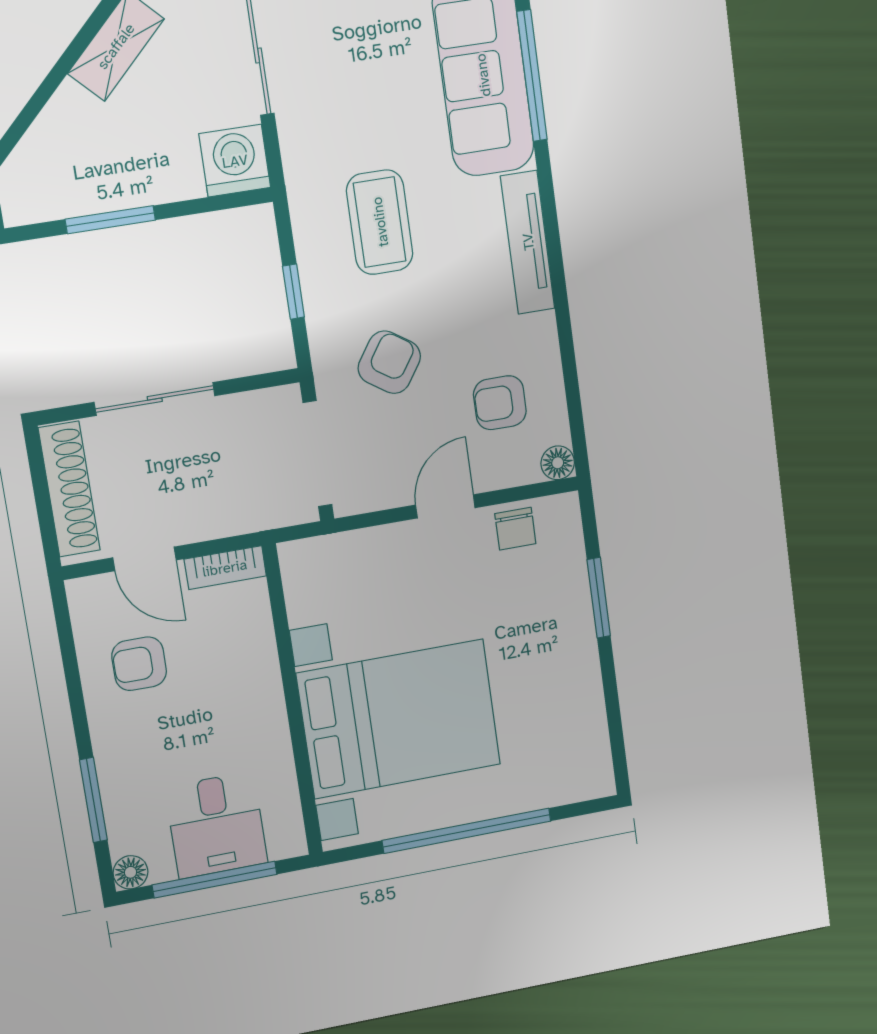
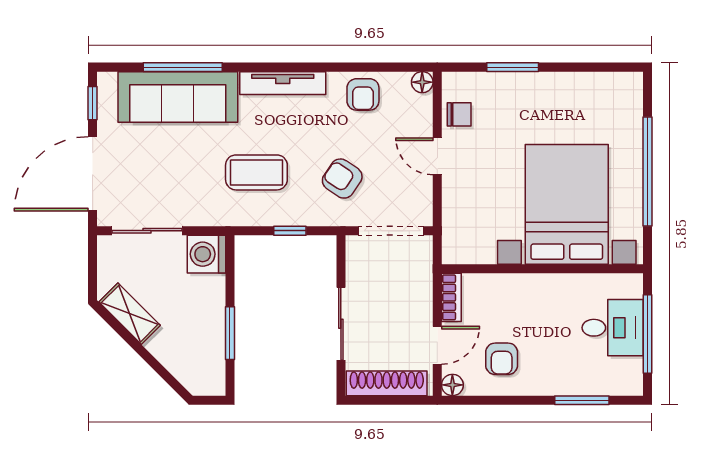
armchair: (500, 403) -> (363, 94), moved
floor lamp: (131, 872) -> (452, 385), moved

